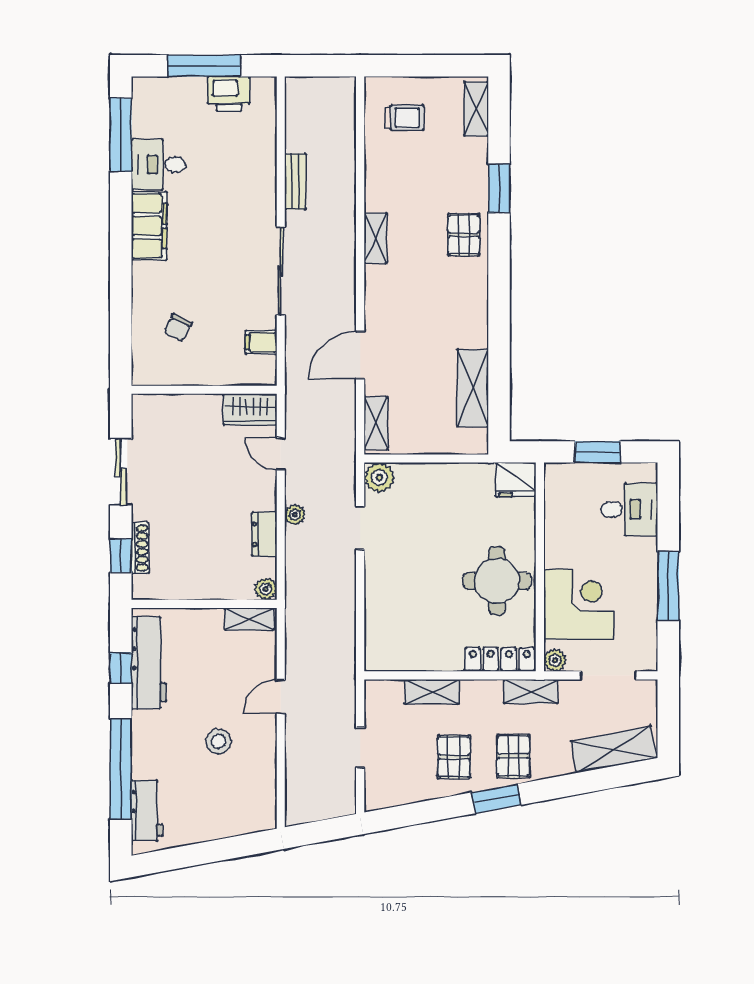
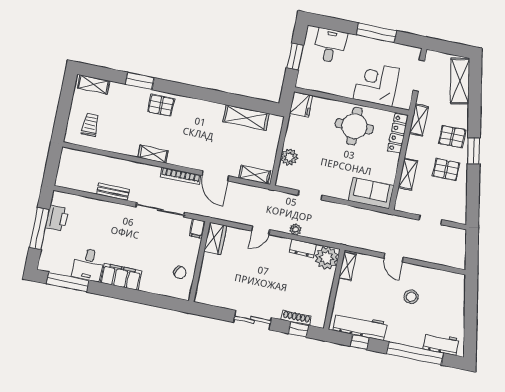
bookcase: (347, 294) -> (180, 176), added
wall: (204, 390) -> (199, 262), moved
wardrobe: (250, 409) -> (215, 239), moved
plant: (379, 478) -> (289, 157), moved
plant: (266, 589) -> (326, 258), width x1.87, depth x1.87
sofa: (386, 634) -> (371, 193), added
plant: (555, 660) -> (404, 103), removed

